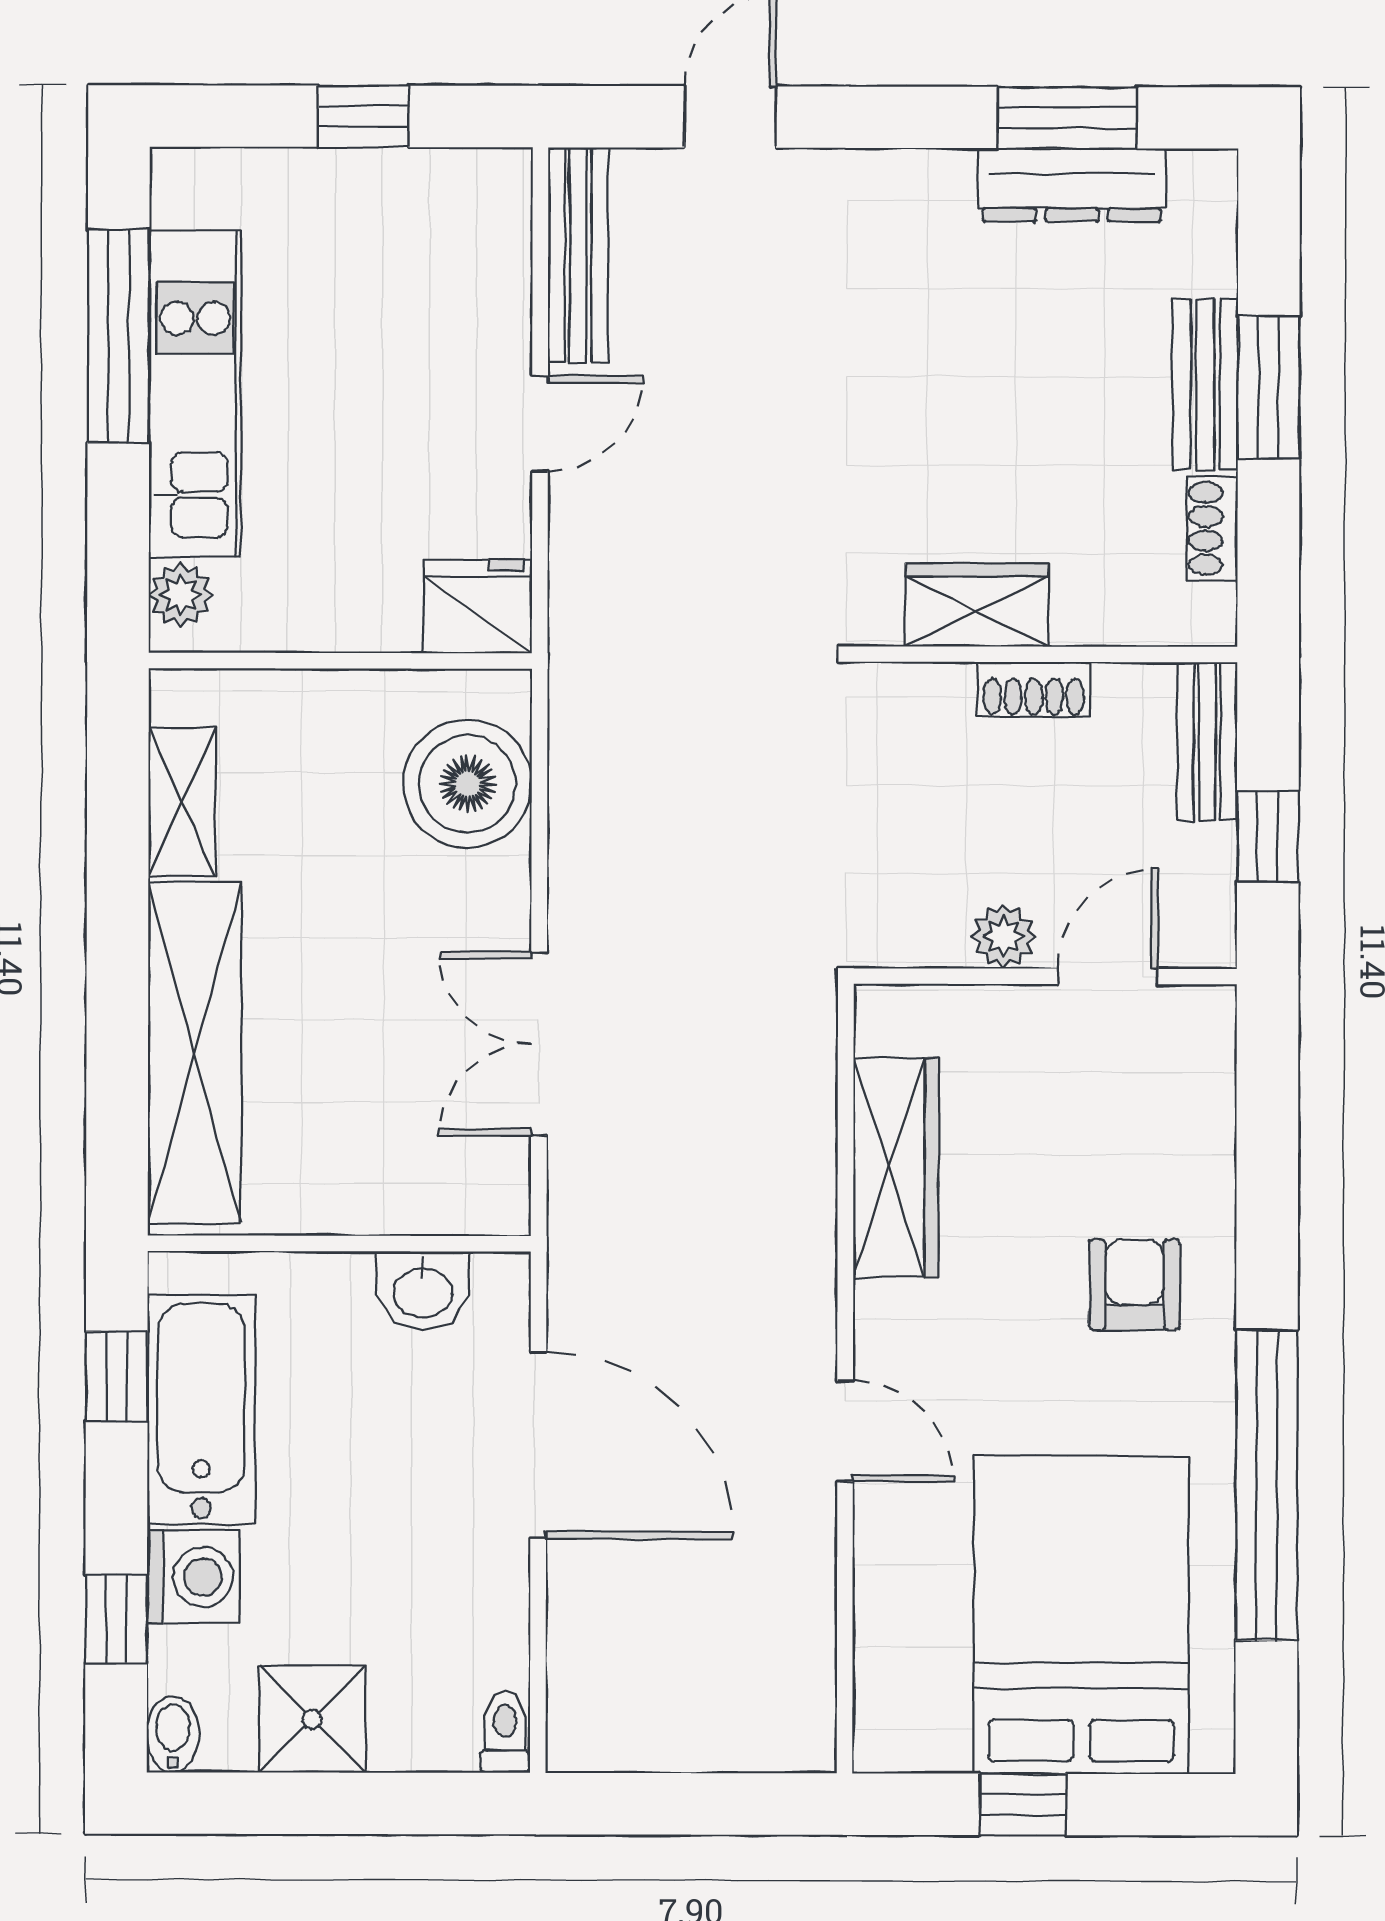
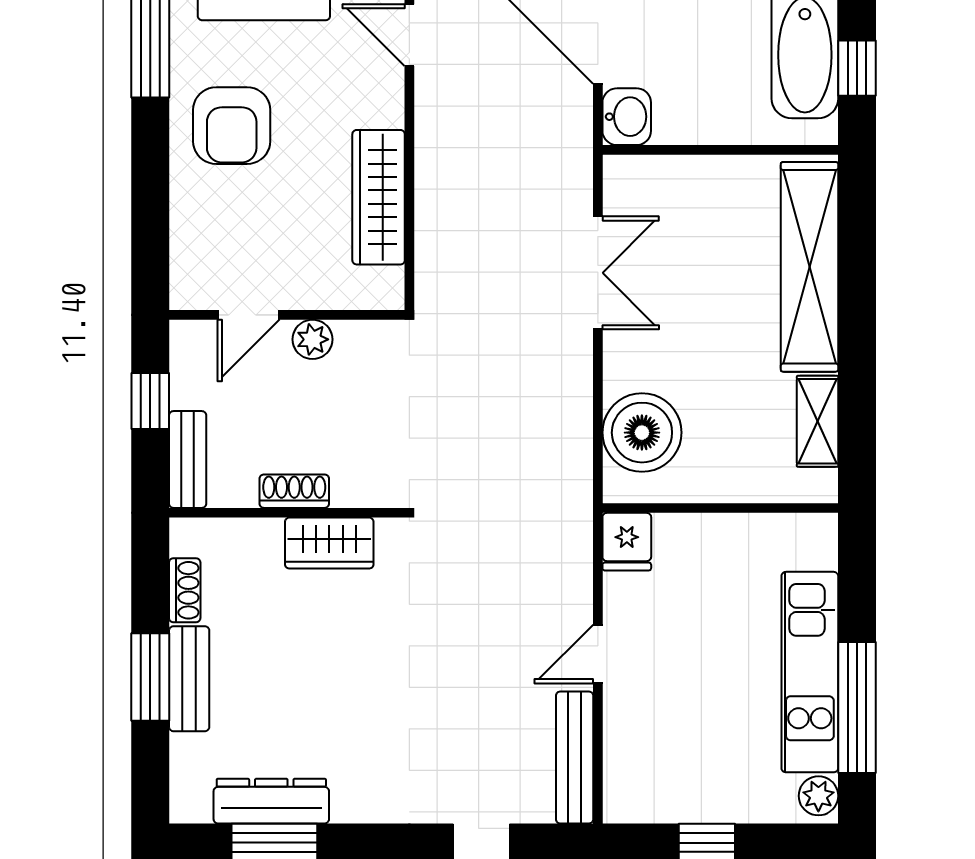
plant: (181, 595) -> (818, 796), moved
fridge: (477, 606) -> (627, 542), width x0.72
armchair: (1134, 1285) -> (232, 126), width x1.38, depth x1.38
washbasin: (423, 1291) -> (627, 117), moved, turned 90

